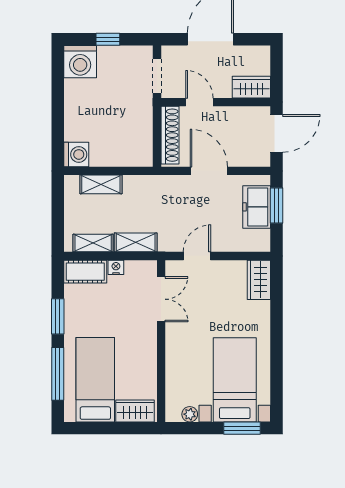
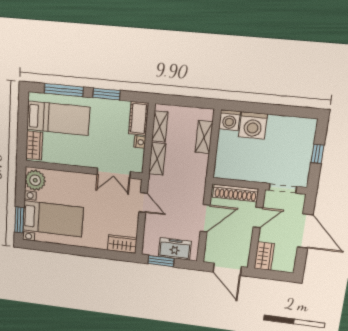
washing machine: (80, 62) -> (253, 125), moved, turned -90
window: (276, 206) -> (161, 261), moved
plant: (190, 414) -> (35, 180), width x1.88, depth x1.88

